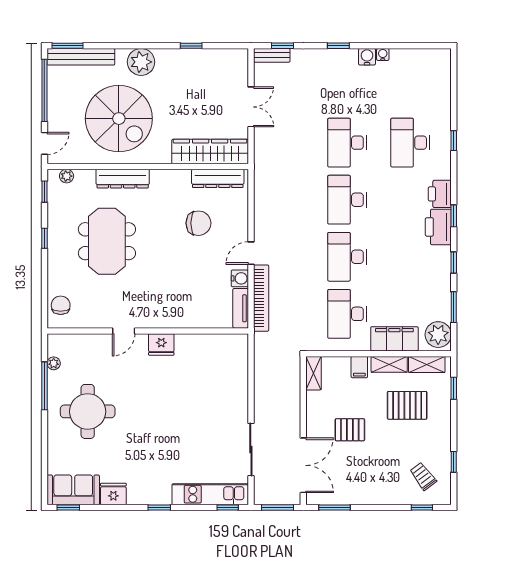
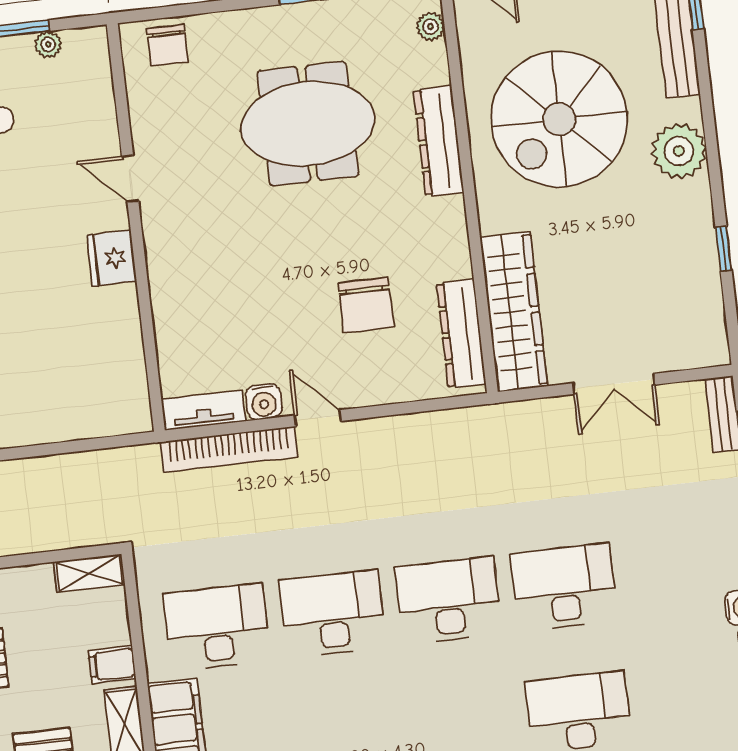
chair: (61, 305) -> (167, 45), turned 90

